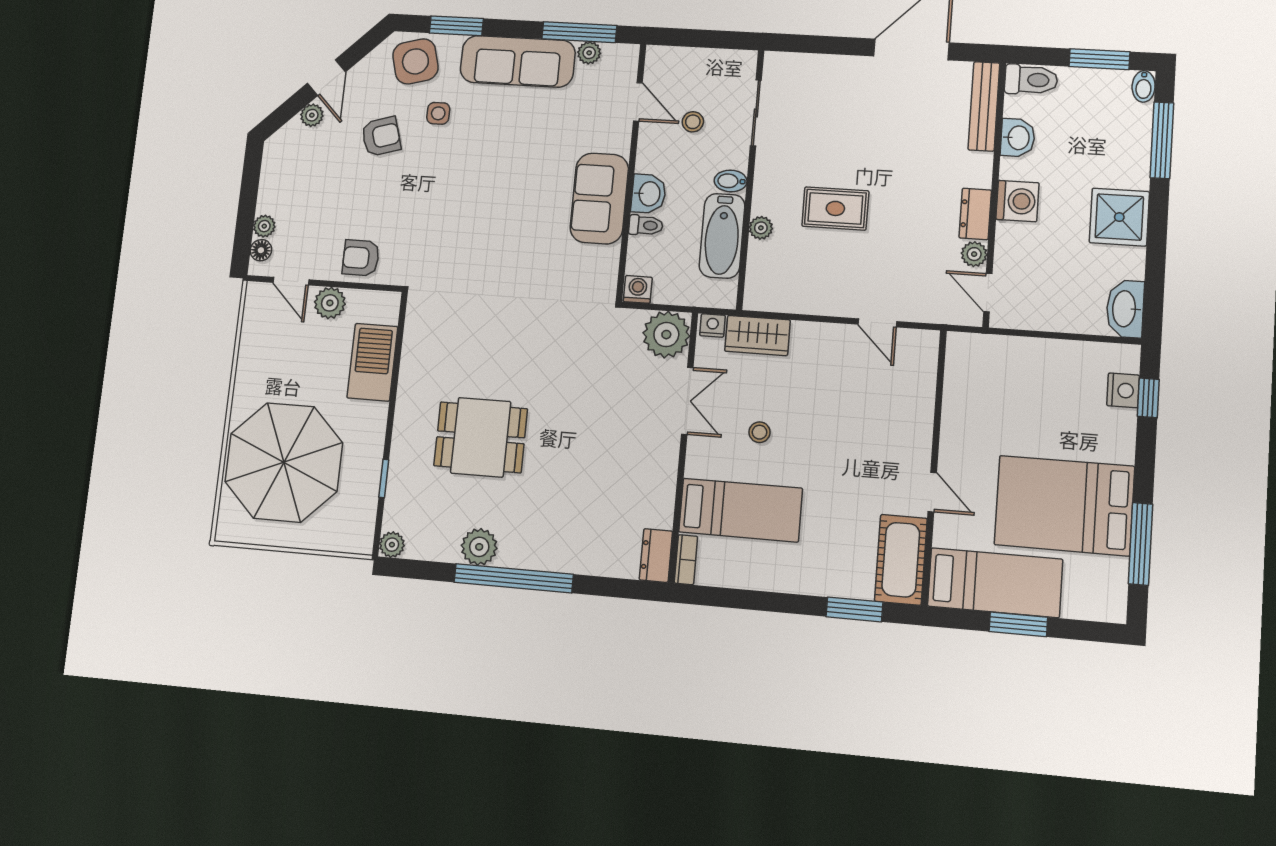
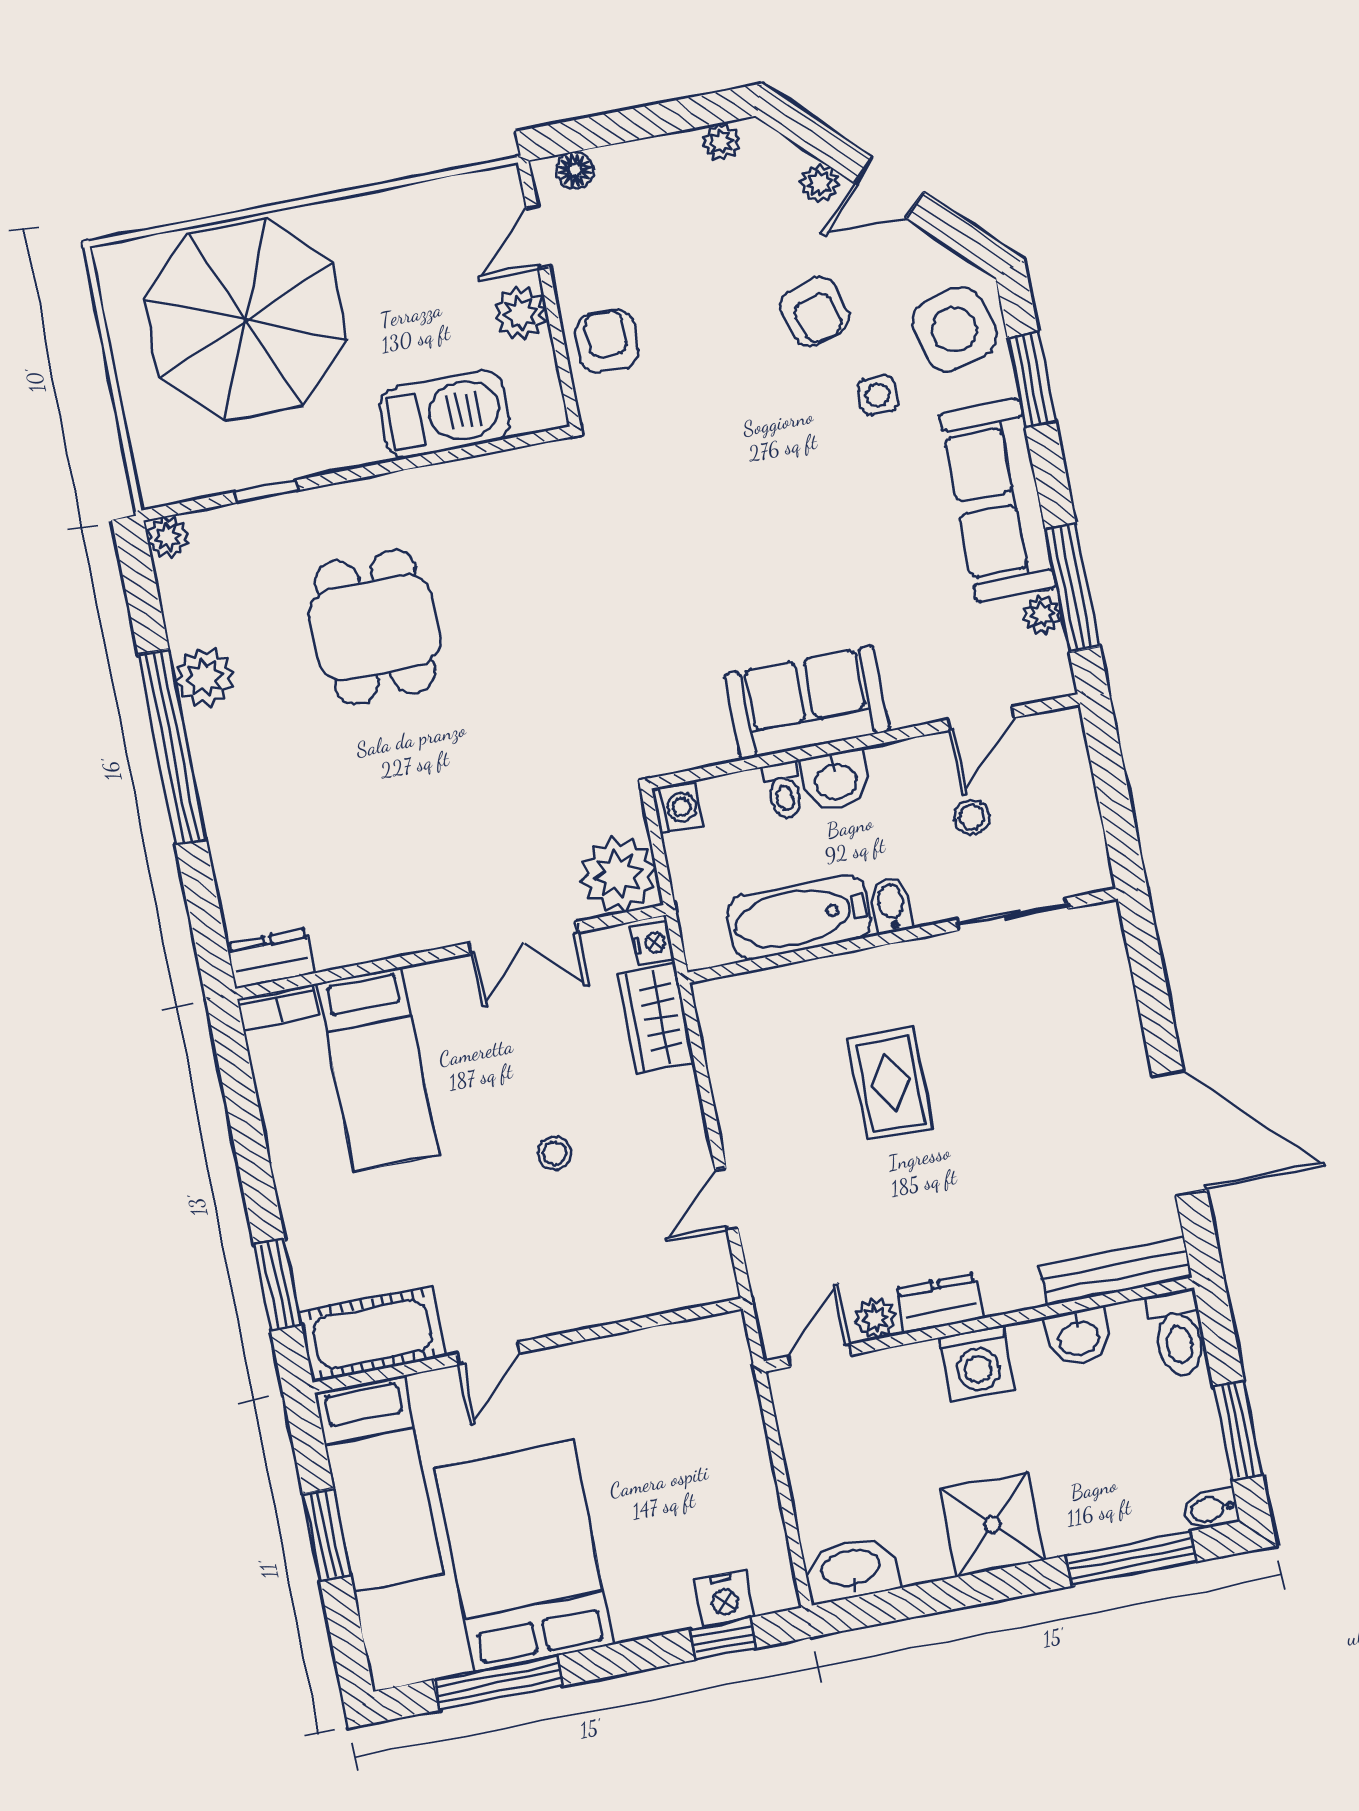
plant: (264, 226) -> (721, 142), moved
plant: (761, 228) -> (828, 975), removed
stool: (760, 432) -> (555, 1153), moved

